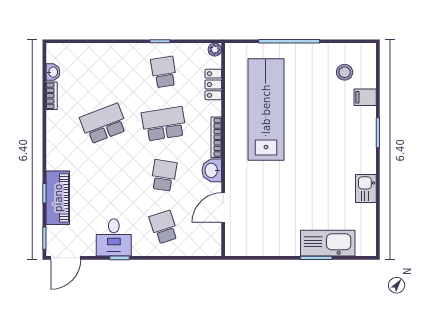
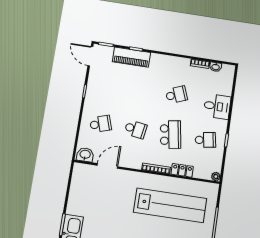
locker: (213, 84) -> (182, 170), moved
school desk: (104, 124) -> (176, 95), width x0.54
washbasin: (212, 170) -> (85, 155), moved
door: (223, 208) -> (107, 166), hinge flipped
desk: (114, 237) -> (217, 106), moved, turned 180

